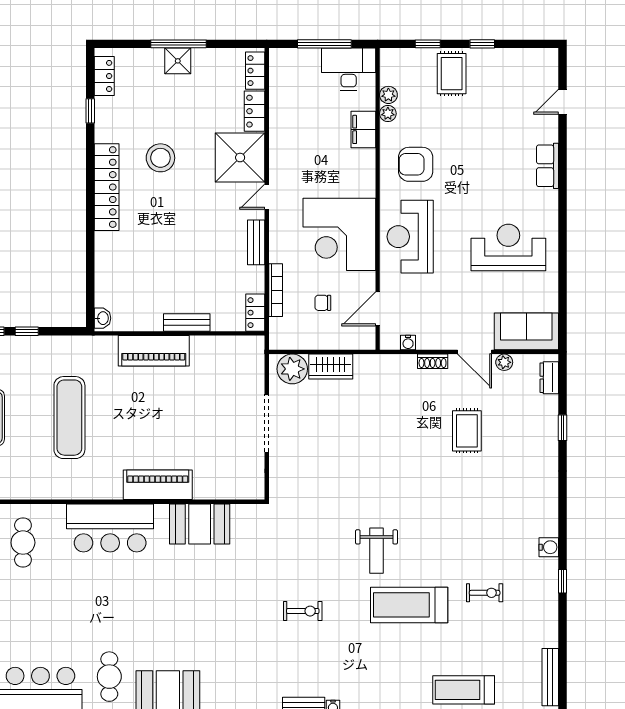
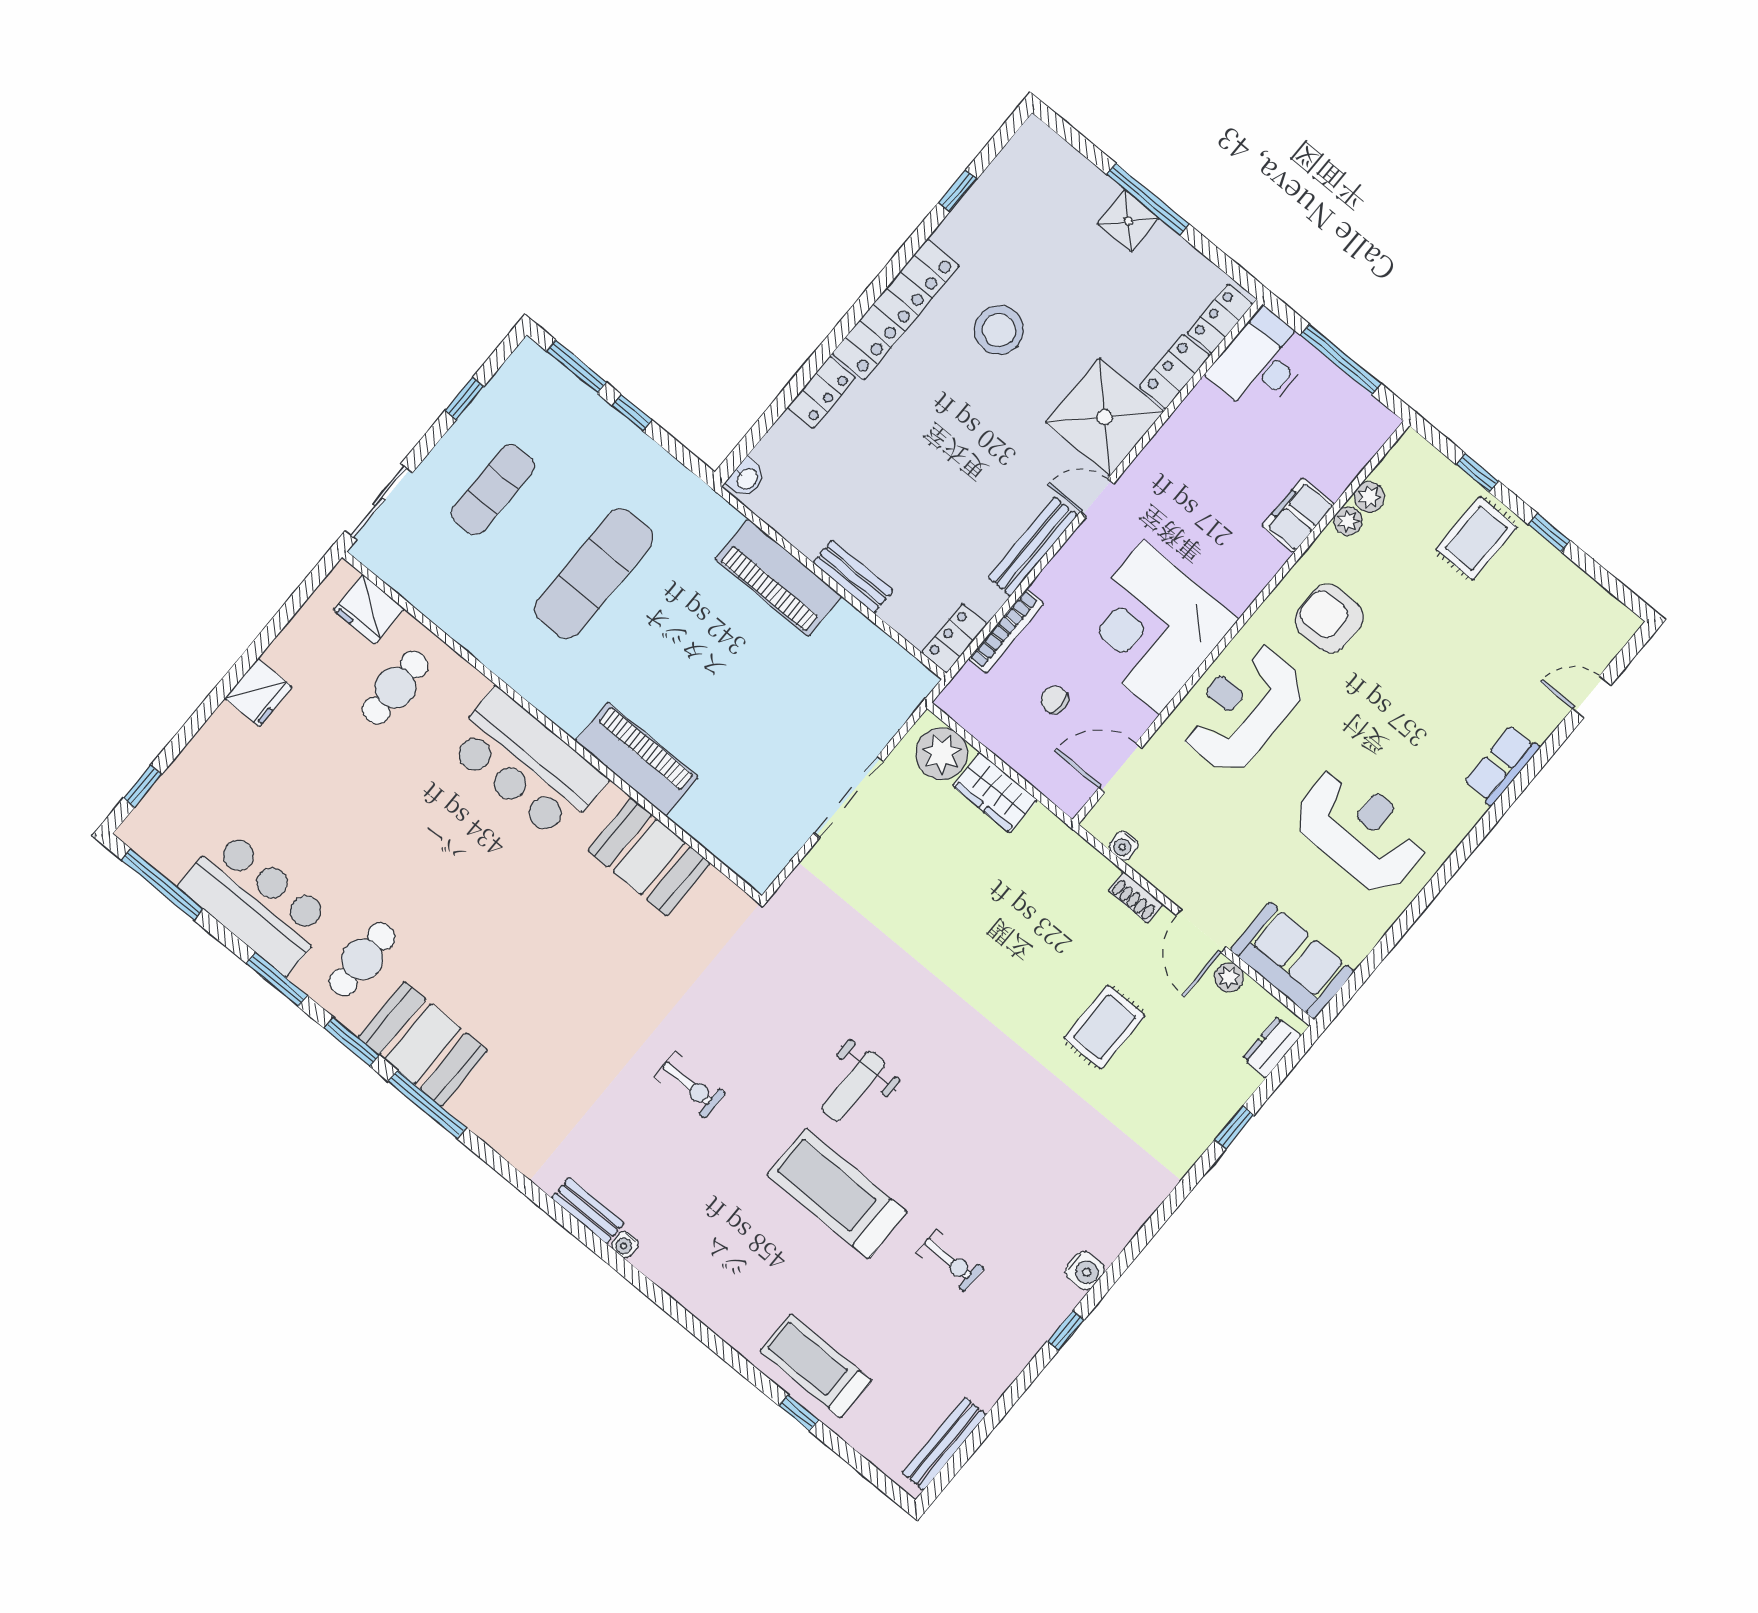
desk: (349, 69) -> (1261, 363), moved, turned -90
locker: (104, 76) -> (822, 392), moved
bench: (256, 242) -> (1033, 547), width x1.36

